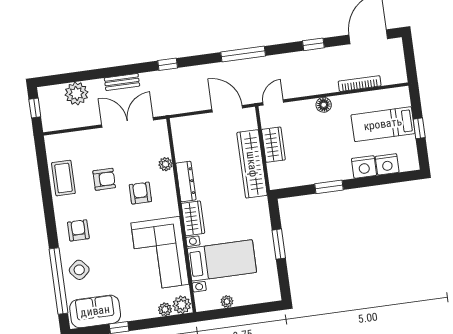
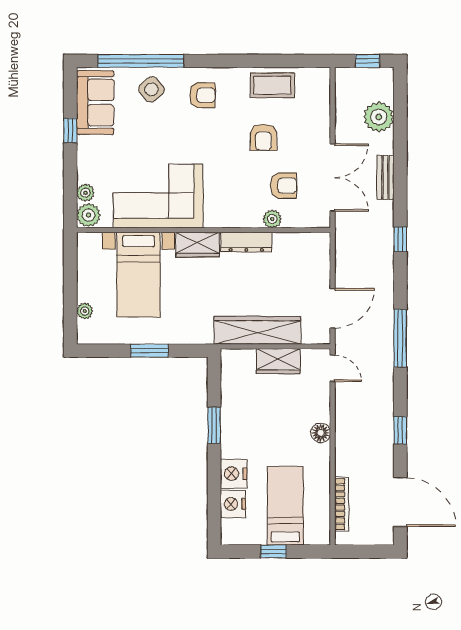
bookcase: (360, 84) -> (342, 504), moved
armchair: (140, 193) -> (284, 186), moved
plant: (227, 302) -> (85, 311), moved

